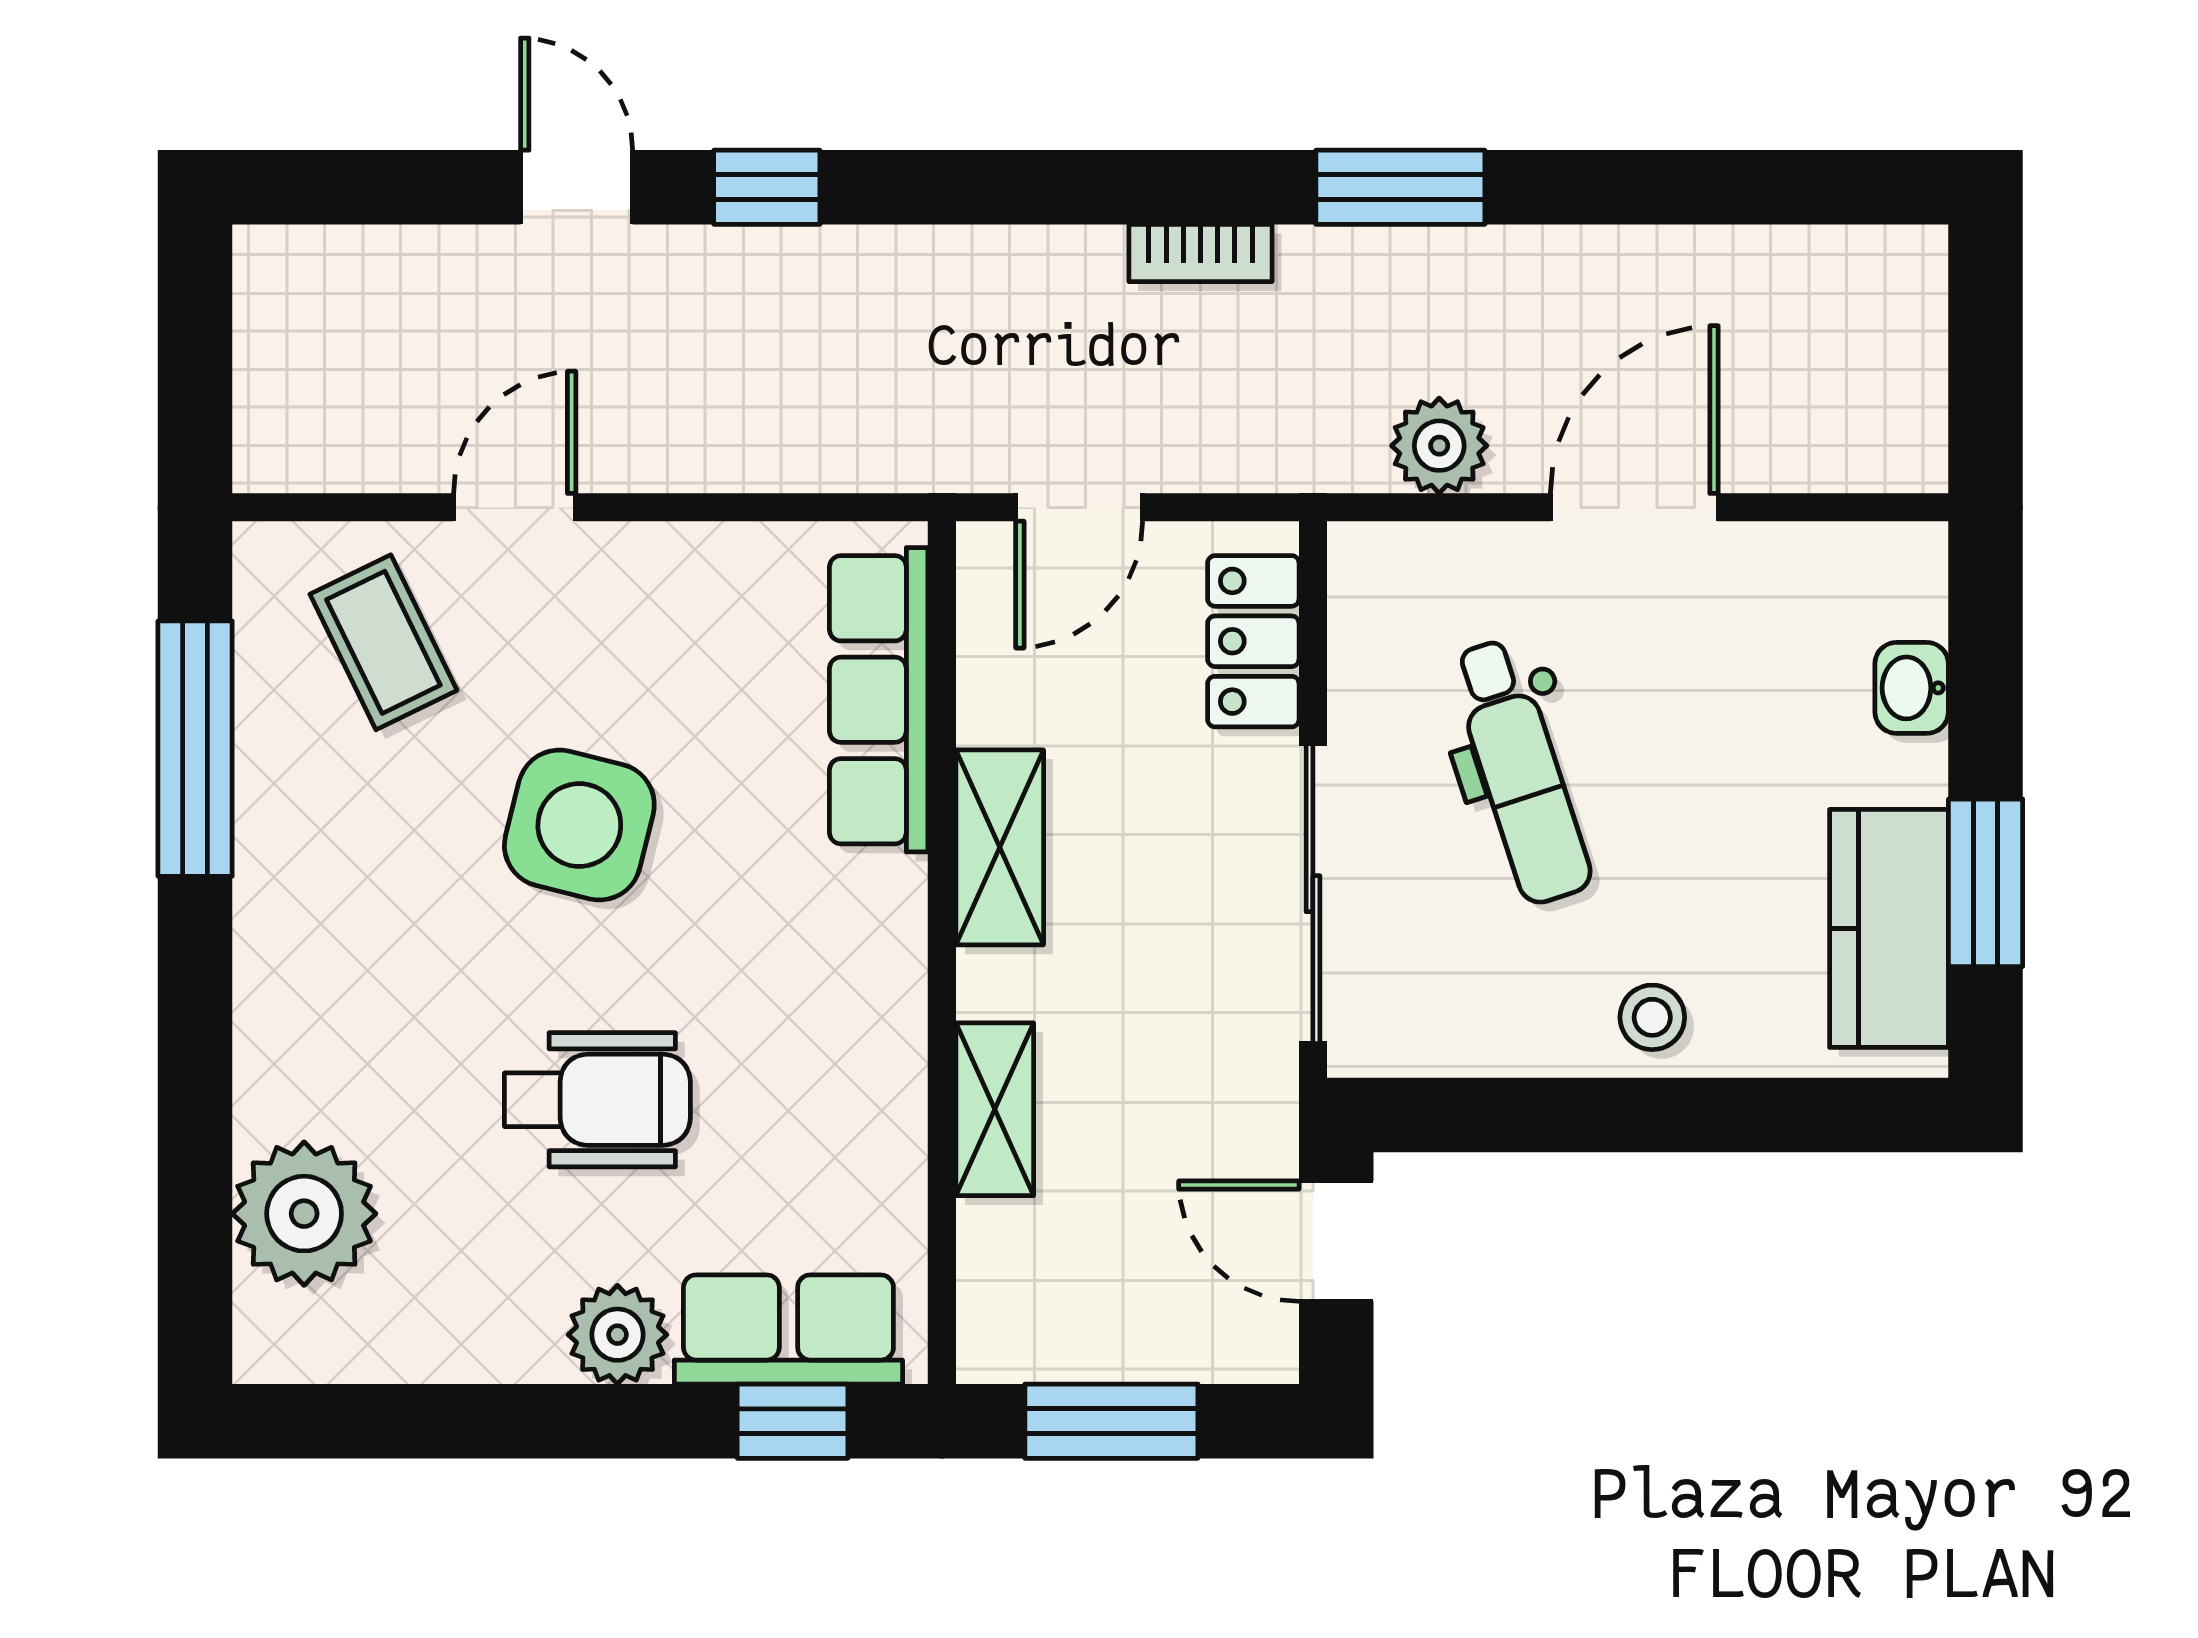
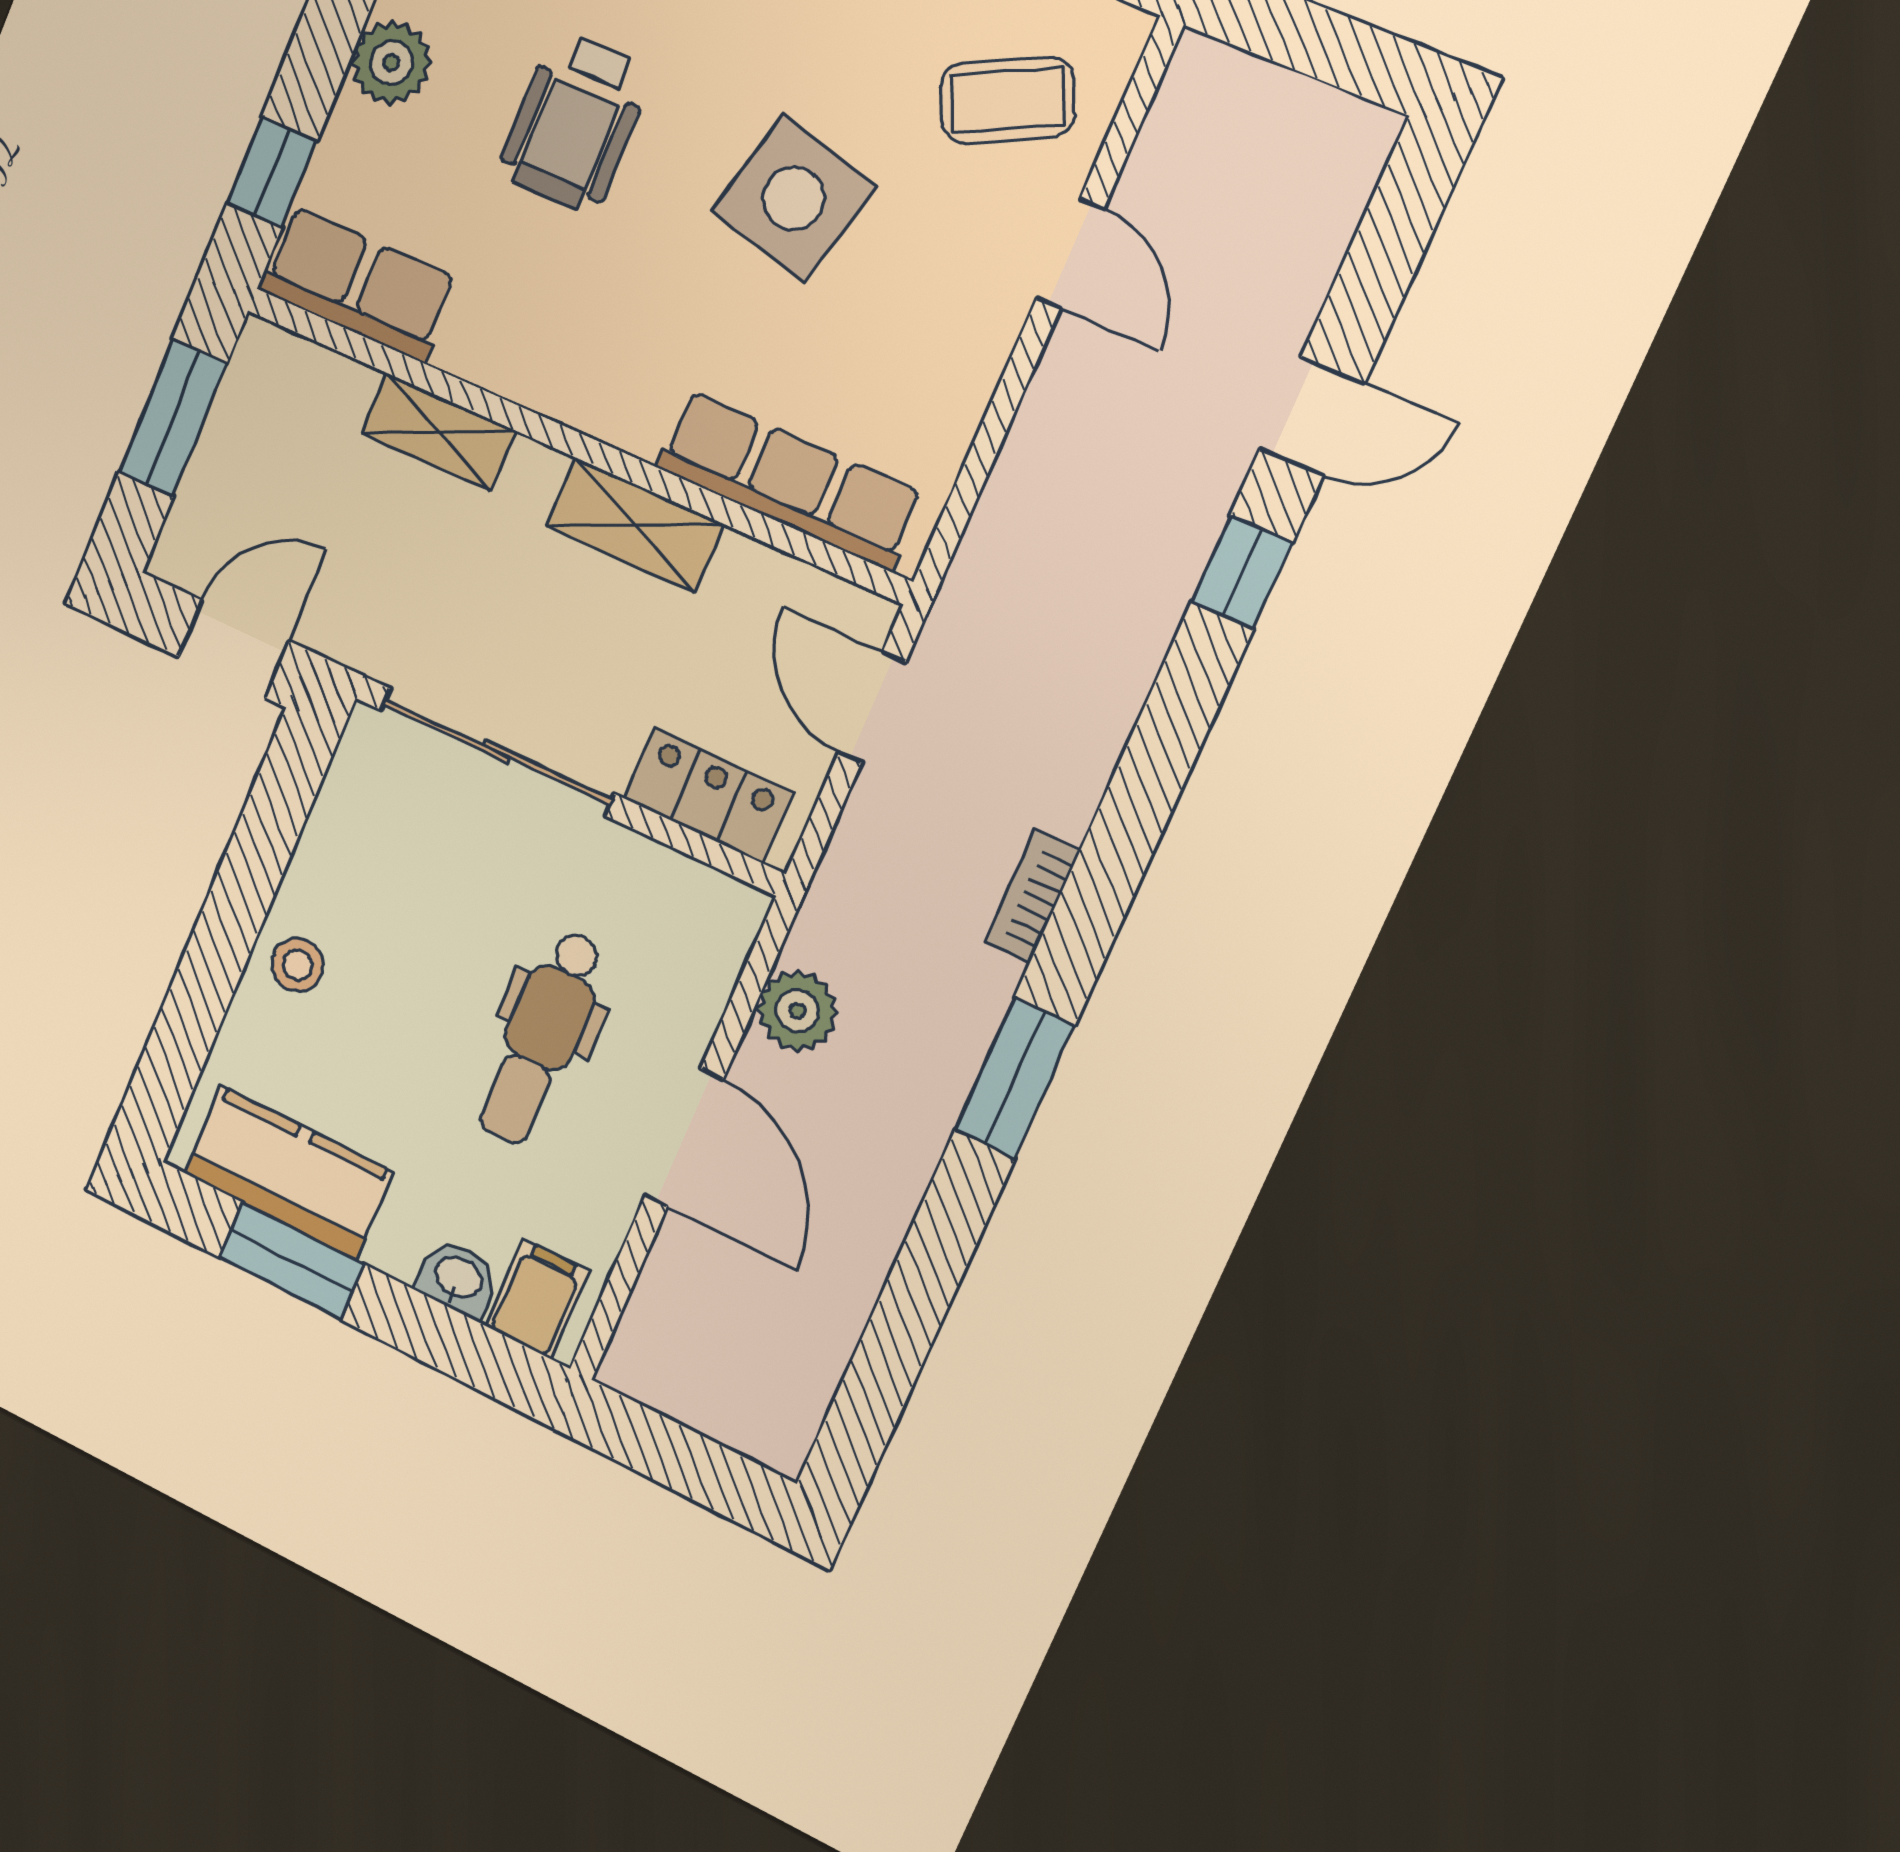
filing cabinet: (1890, 591) -> (537, 1299), added
dental chair: (1520, 771) -> (541, 1038), moved, turned -72
row of seats: (788, 1329) -> (358, 284), moved, turned -90

